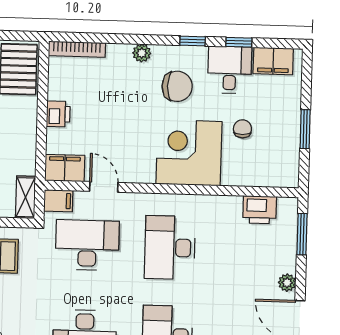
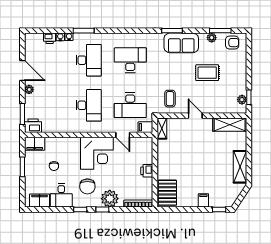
window: (239, 42) -> (102, 209), moved
plant: (142, 53) -> (110, 199), width x1.88, depth x1.88
chair: (177, 86) -> (87, 186), turned -90
corner desk: (189, 153) -> (97, 153), moved
filing cabinet: (65, 168) -> (35, 144), moved
printer: (260, 210) -> (33, 126), moved

